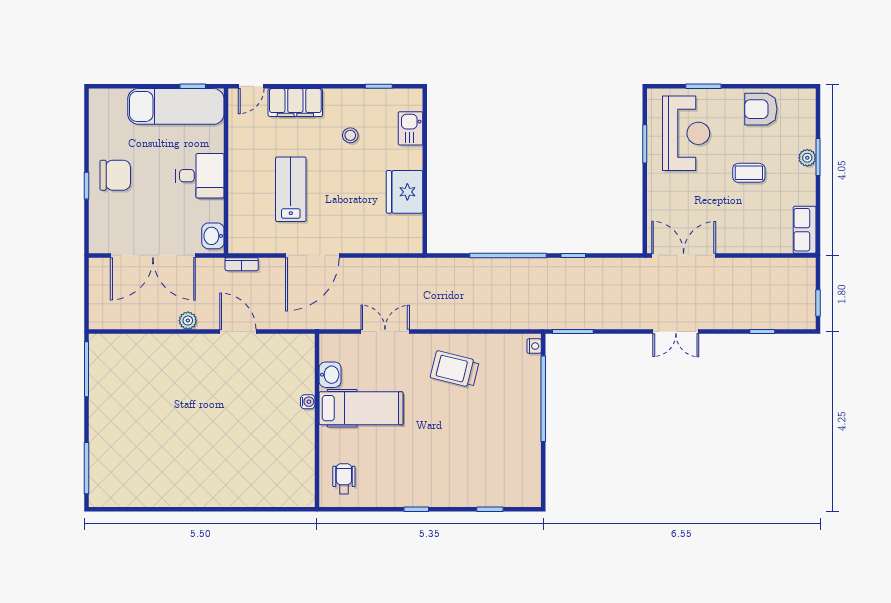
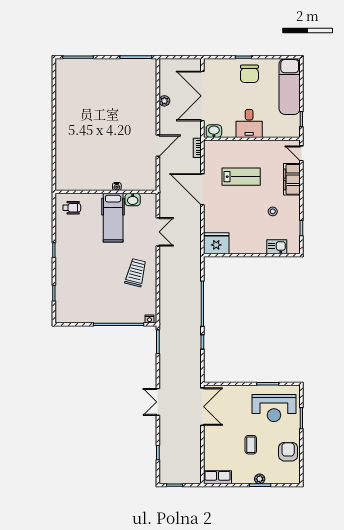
exam couch: (176, 106) -> (290, 86), moved
fridge: (405, 192) -> (216, 243), moved
plant: (188, 321) -> (164, 101), moved

